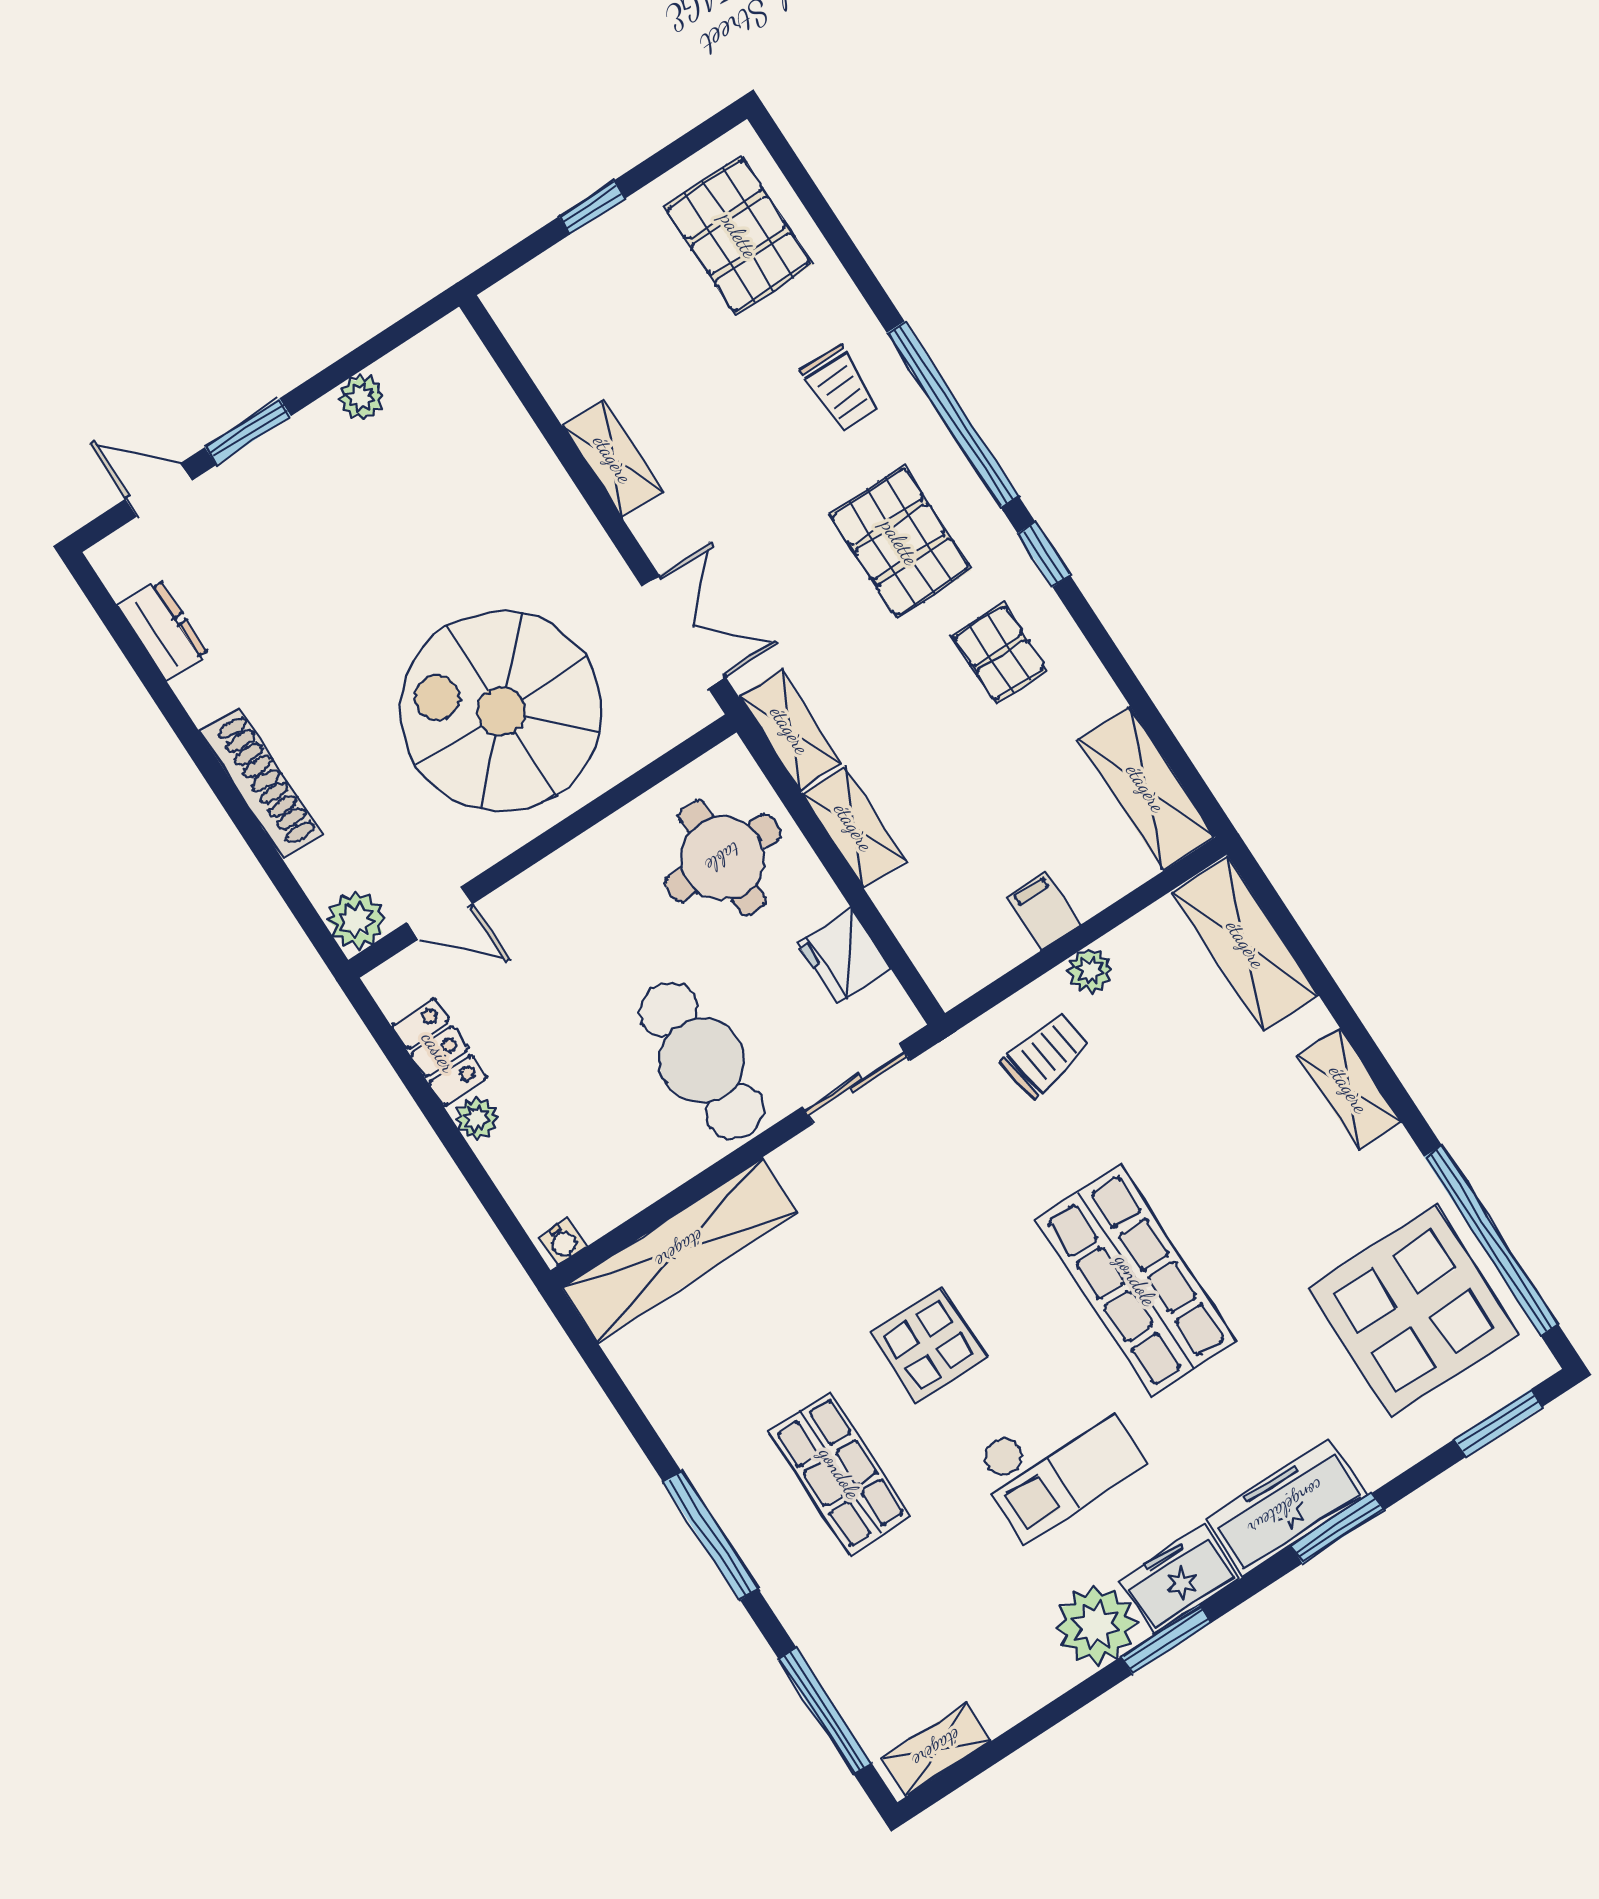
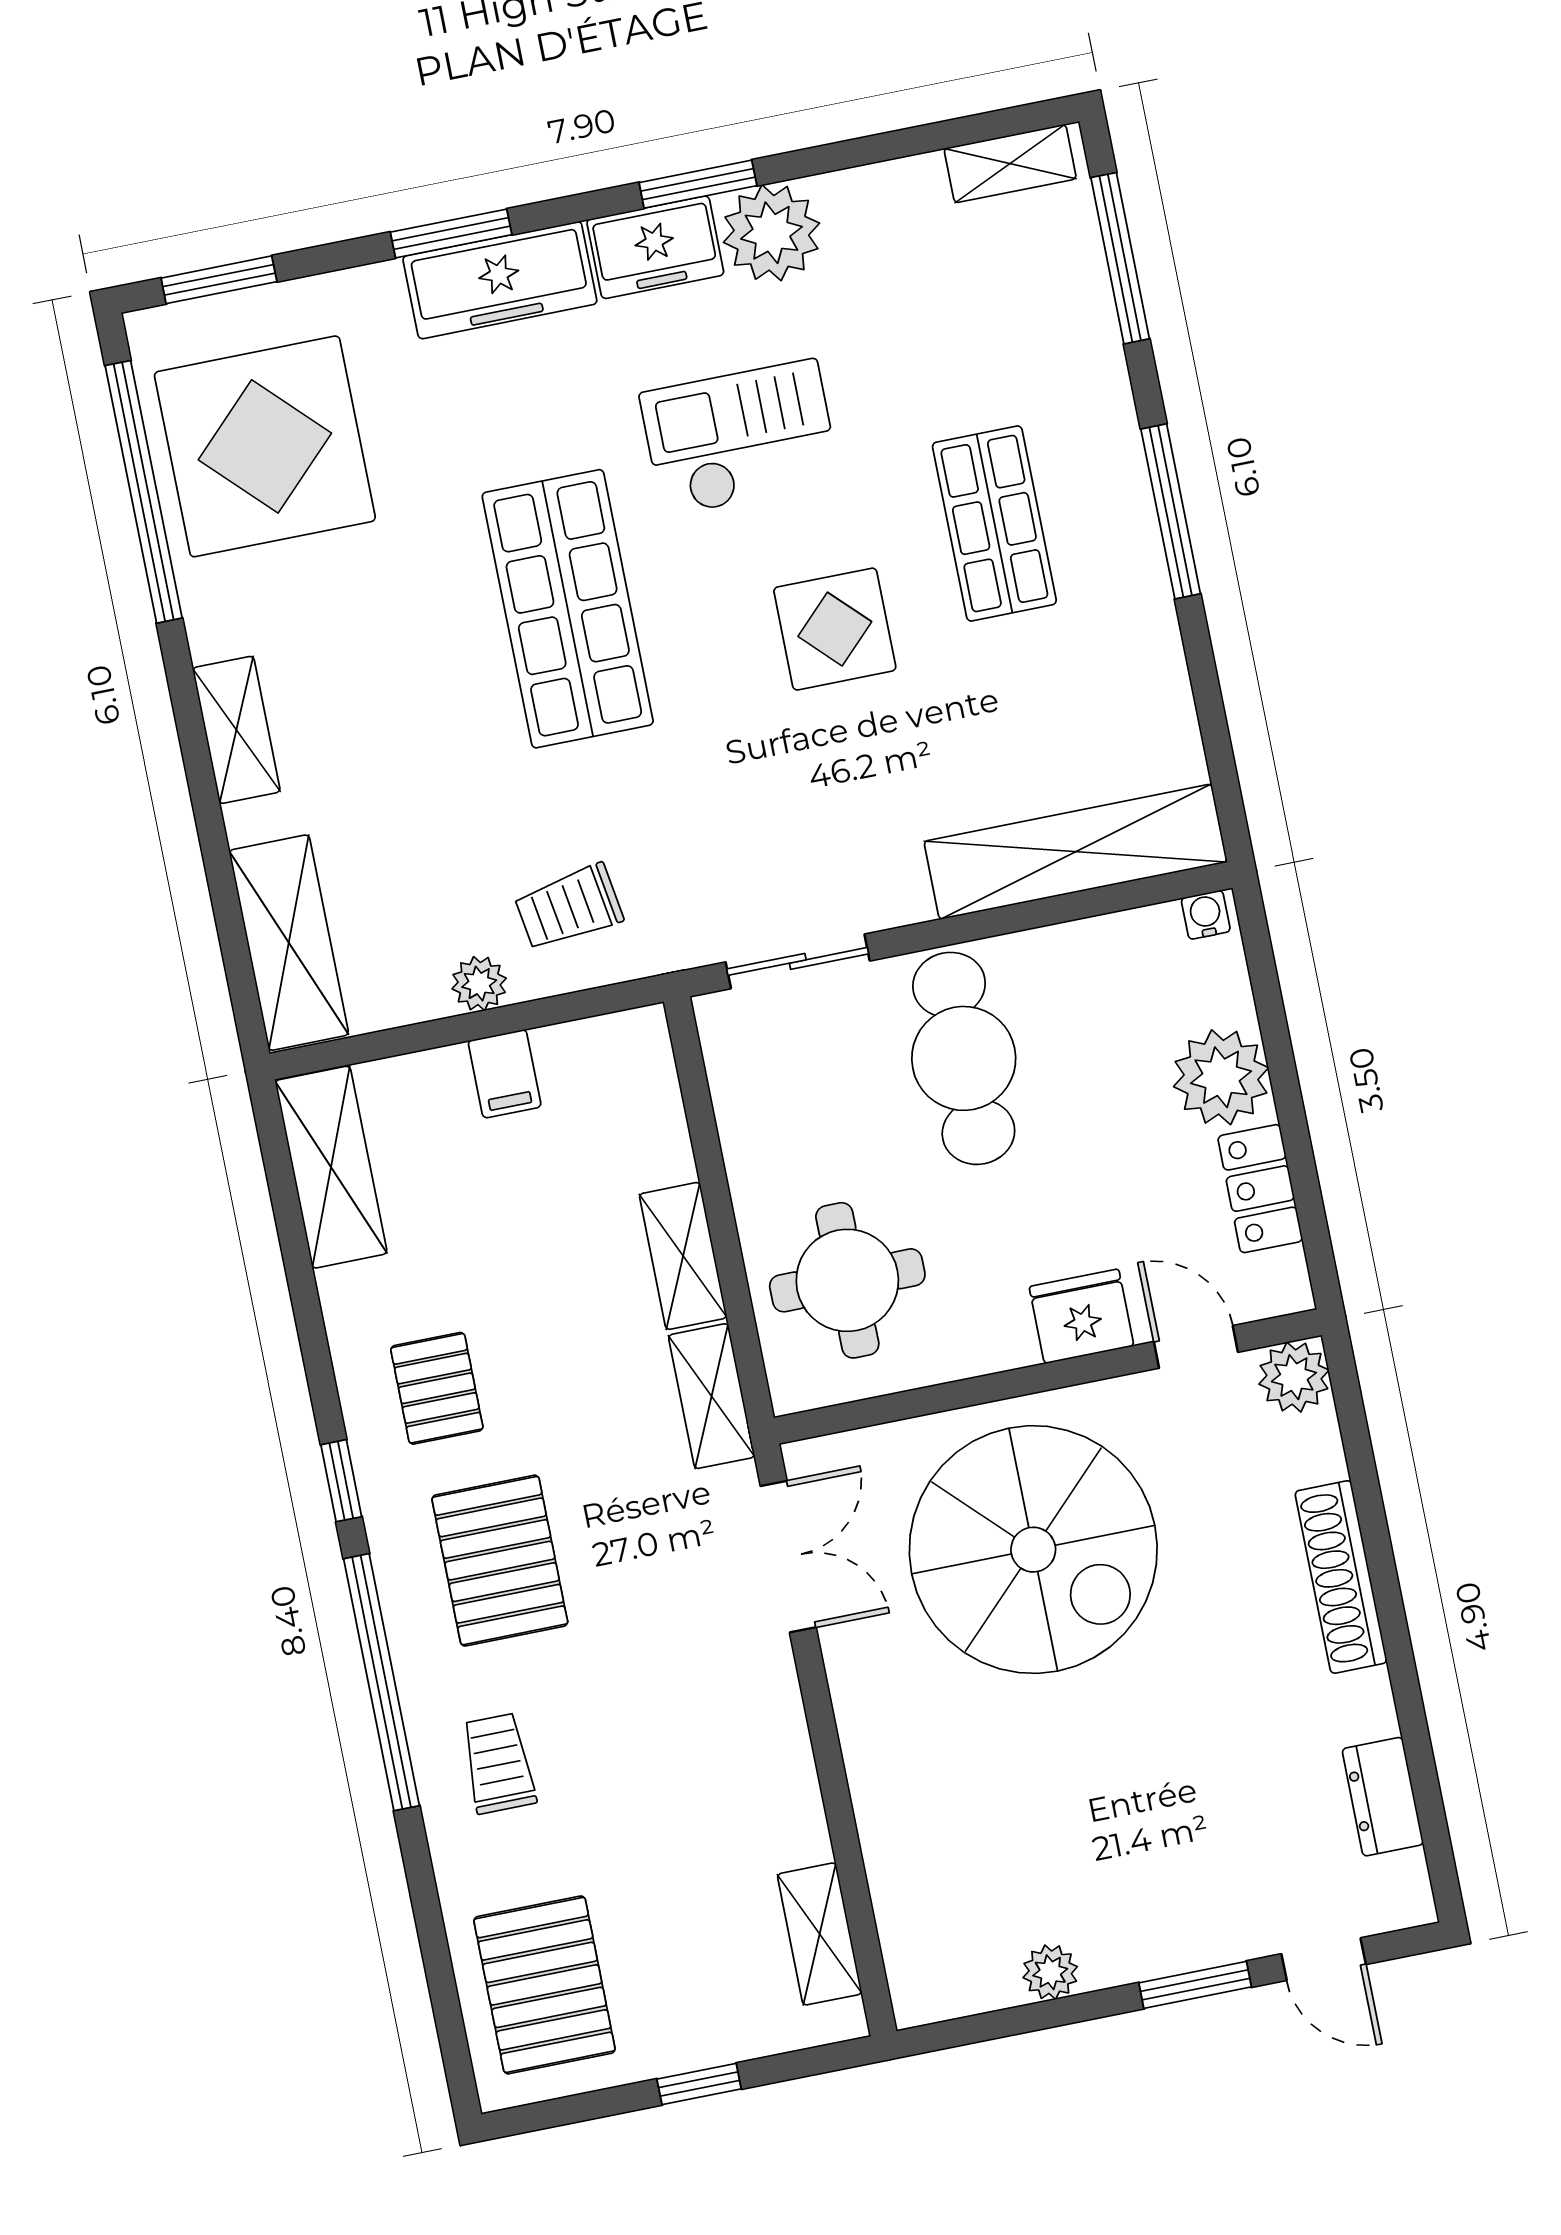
shelving: (613, 459) -> (820, 1934), moved
double door: (684, 632) -> (788, 1557), swing flipped
fridge: (844, 956) -> (1081, 1316), moved, turned -90
plant: (477, 1119) -> (1221, 1077), width x1.87, depth x1.87

